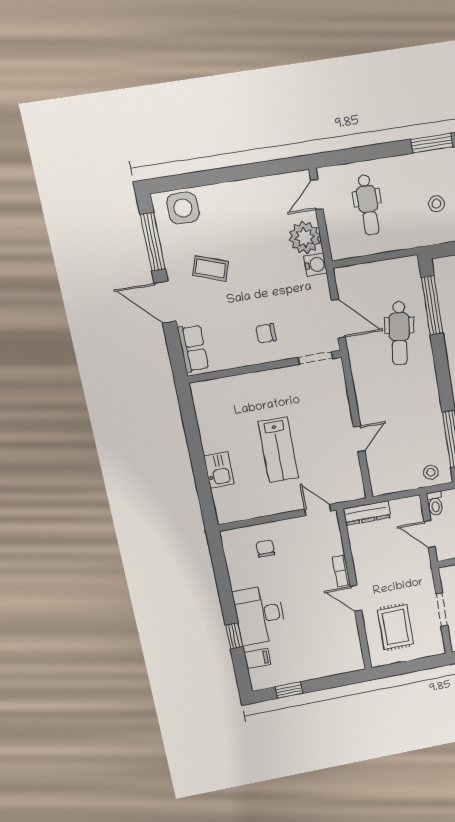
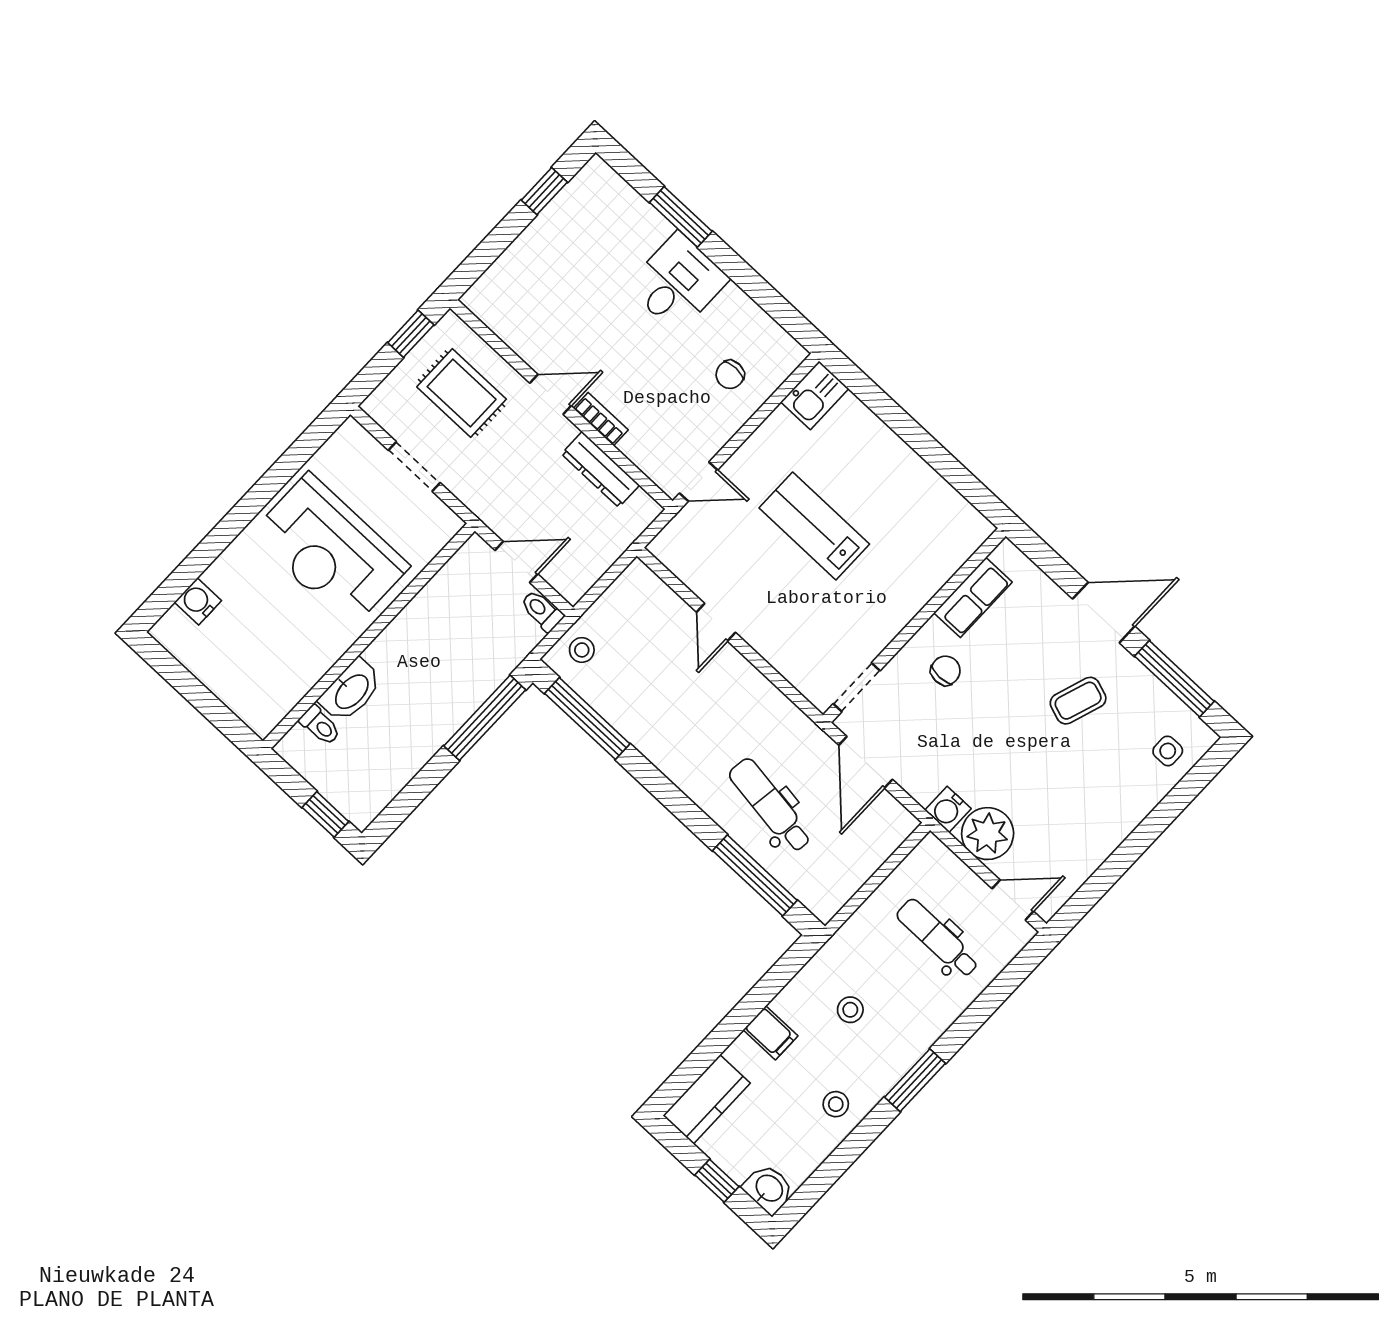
door: (317, 195) -> (1013, 900), hinge flipped
side table: (183, 208) -> (1168, 751), width x0.54, depth x0.54
door: (338, 319) -> (866, 762), hinge flipped
row of seats: (193, 348) -> (973, 597), moved, turned -90
kitchen sink: (219, 470) -> (815, 395), moved, turned -90
dresser: (367, 513) -> (600, 470), moved, turned -90
chair: (265, 549) -> (730, 375), turned 90
desk: (260, 615) -> (678, 283), width x0.73
window: (234, 636) -> (681, 217), width x1.50
filing cabinet: (257, 658) -> (624, 207), removed
window: (398, 669) -> (411, 334), added

